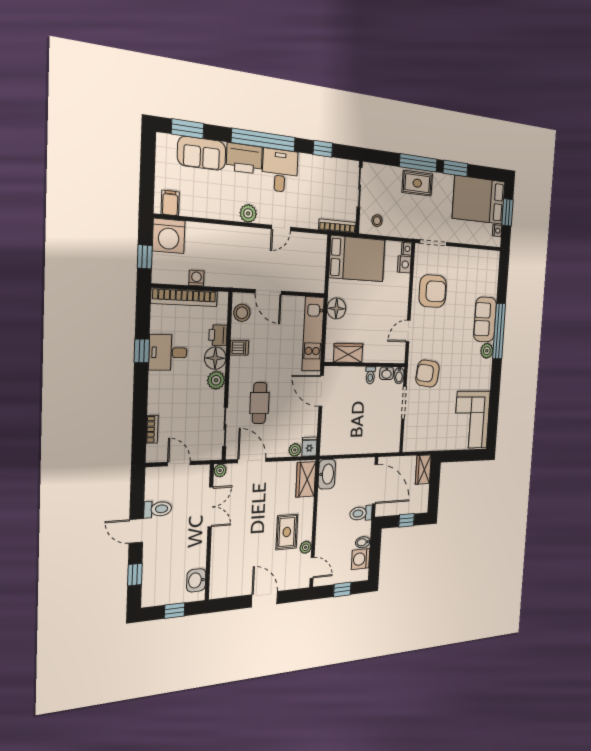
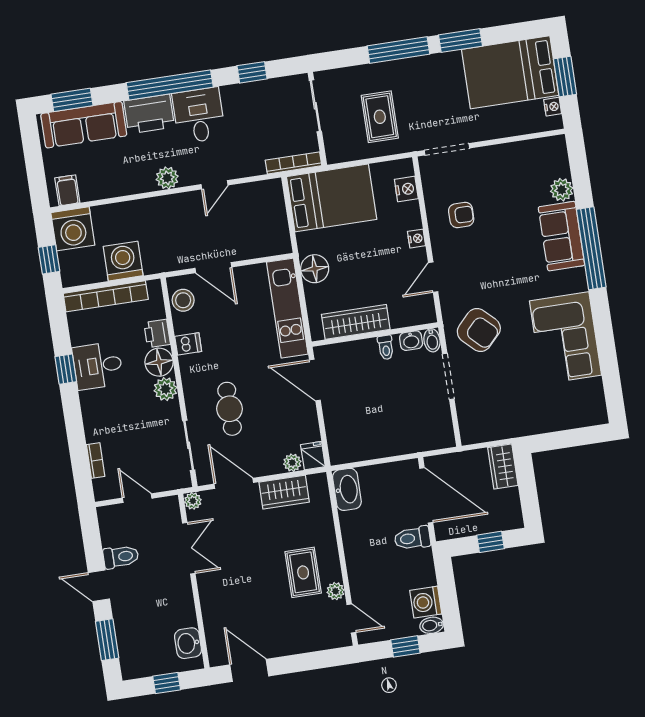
sofa: (202, 153) -> (84, 125), width x1.36
rug: (417, 183) -> (380, 117), moved, turned 90
stool: (377, 221) -> (351, 142), removed
nightstand: (407, 249) -> (416, 239), moved
washing machine: (196, 278) -> (123, 261), width x1.89, depth x1.89
armchair: (433, 291) -> (461, 215), width x0.53, depth x0.53
plant: (487, 351) -> (562, 190), moved
wardrobe: (348, 353) -> (356, 322), width x1.50
armchair: (428, 373) -> (479, 330), turned -143
corner sofa: (472, 420) -> (566, 338), moved
wardrobe: (306, 479) -> (284, 492), moved, turned -90
bidet: (363, 542) -> (432, 625), moved
window: (135, 575) -> (107, 640), width x1.50
door: (265, 599) -> (249, 670), moved

